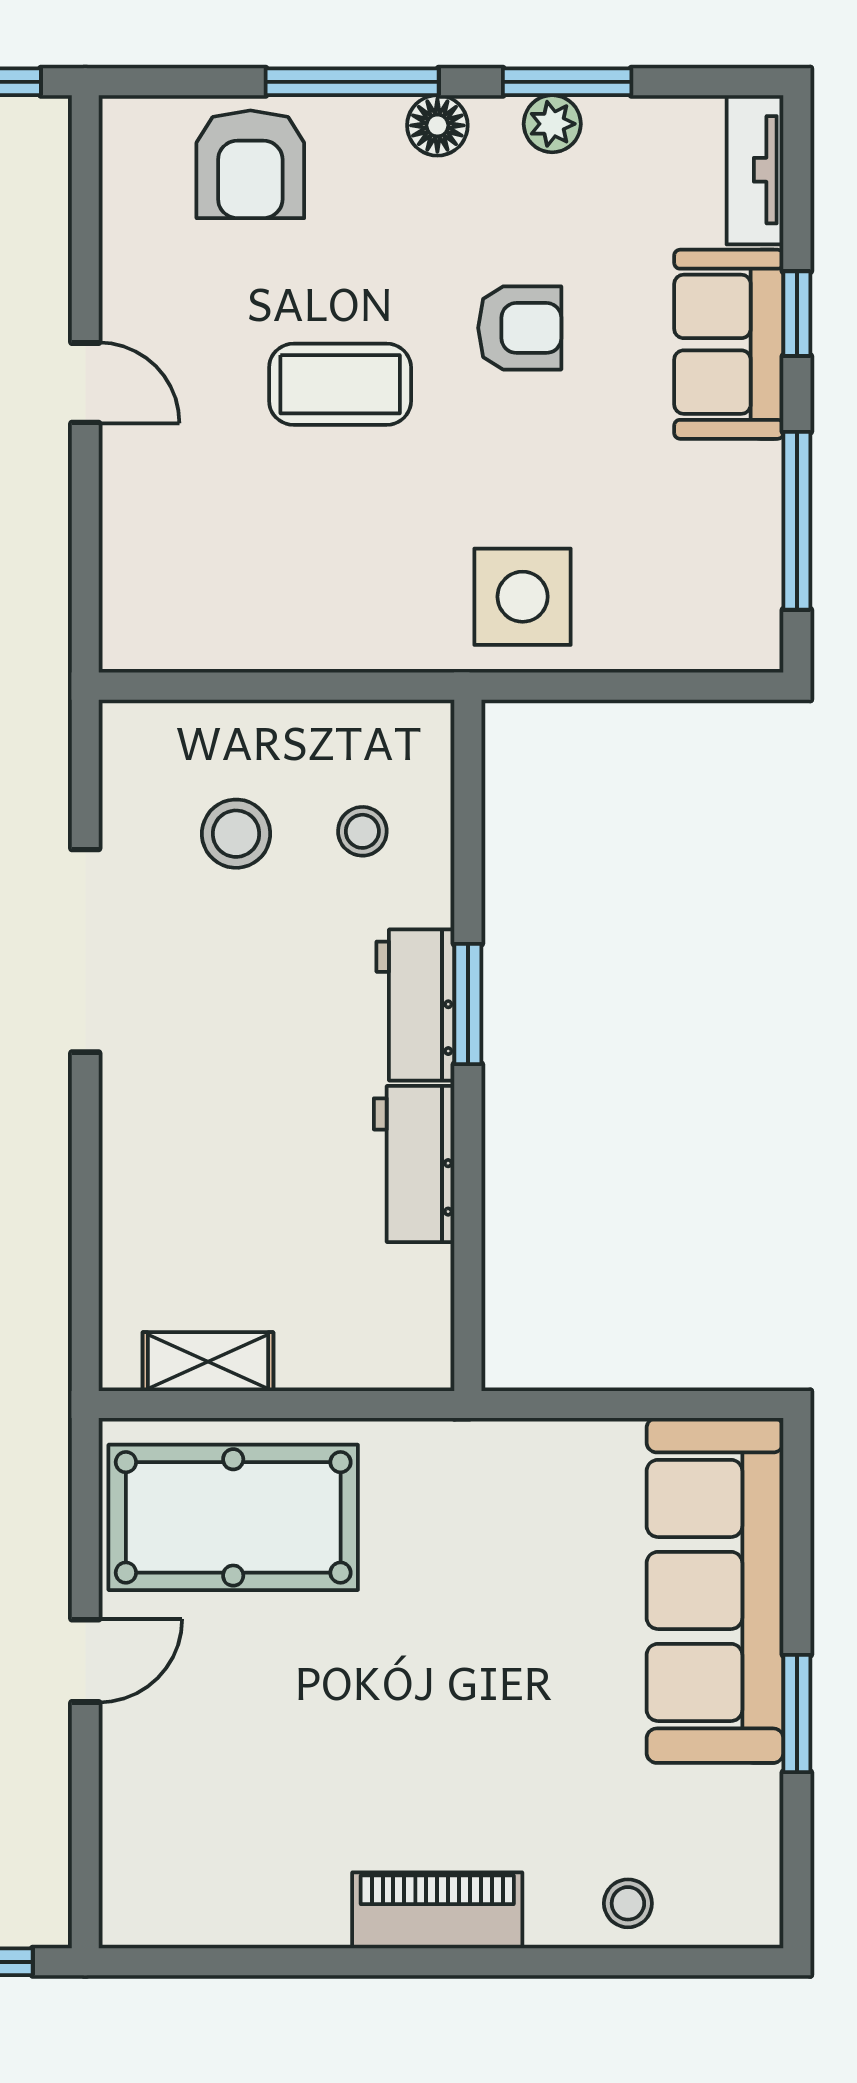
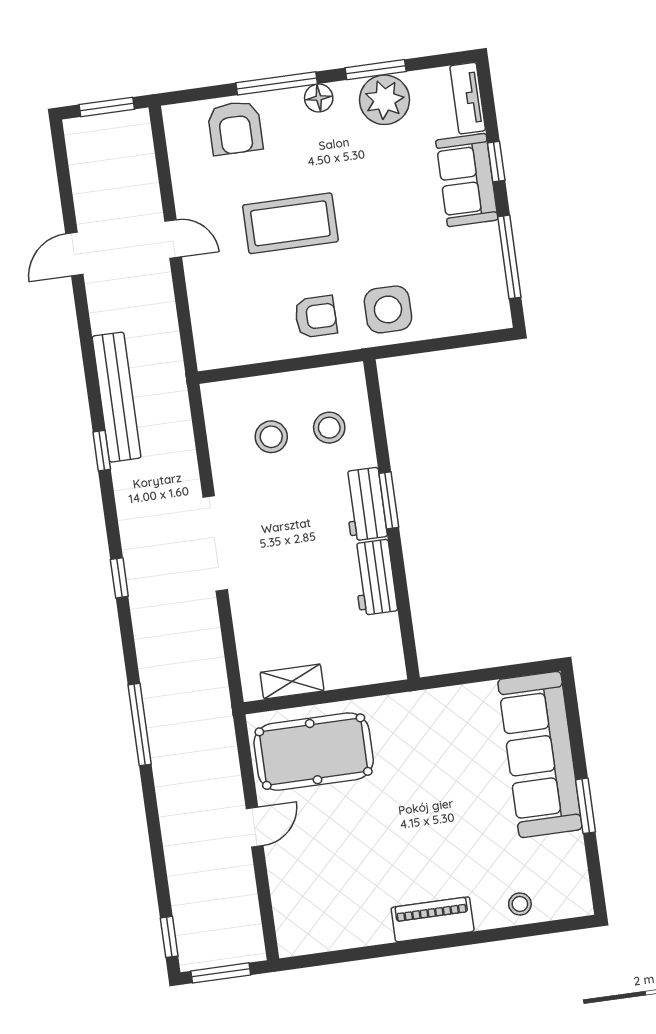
plant: (552, 124) -> (385, 100), width x1.87, depth x1.87
armchair: (520, 328) -> (316, 317), moved
coffee table: (340, 384) -> (290, 223), width x1.36, depth x1.32
stool: (362, 831) -> (329, 428), width x1.37, depth x1.37
doorway: (85, 951) -> (215, 543), moved

